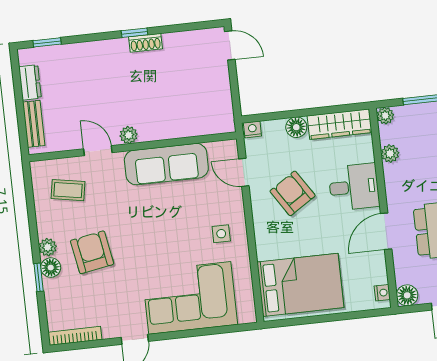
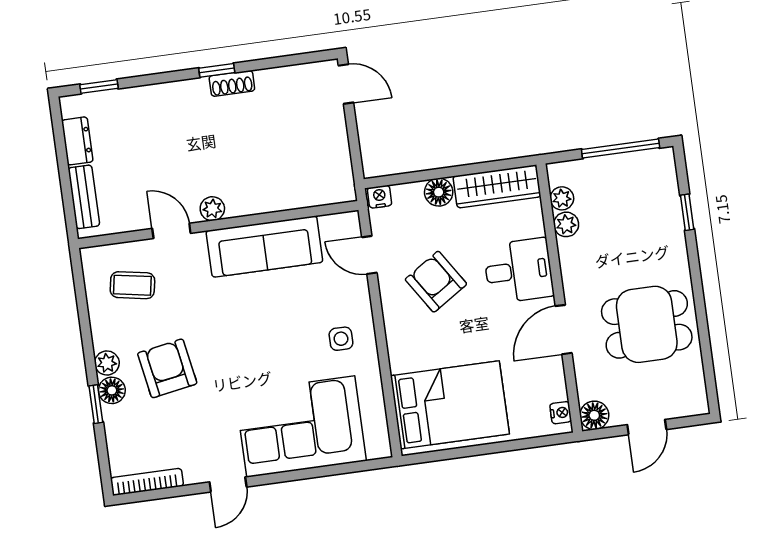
plant: (385, 116) -> (562, 198), moved

